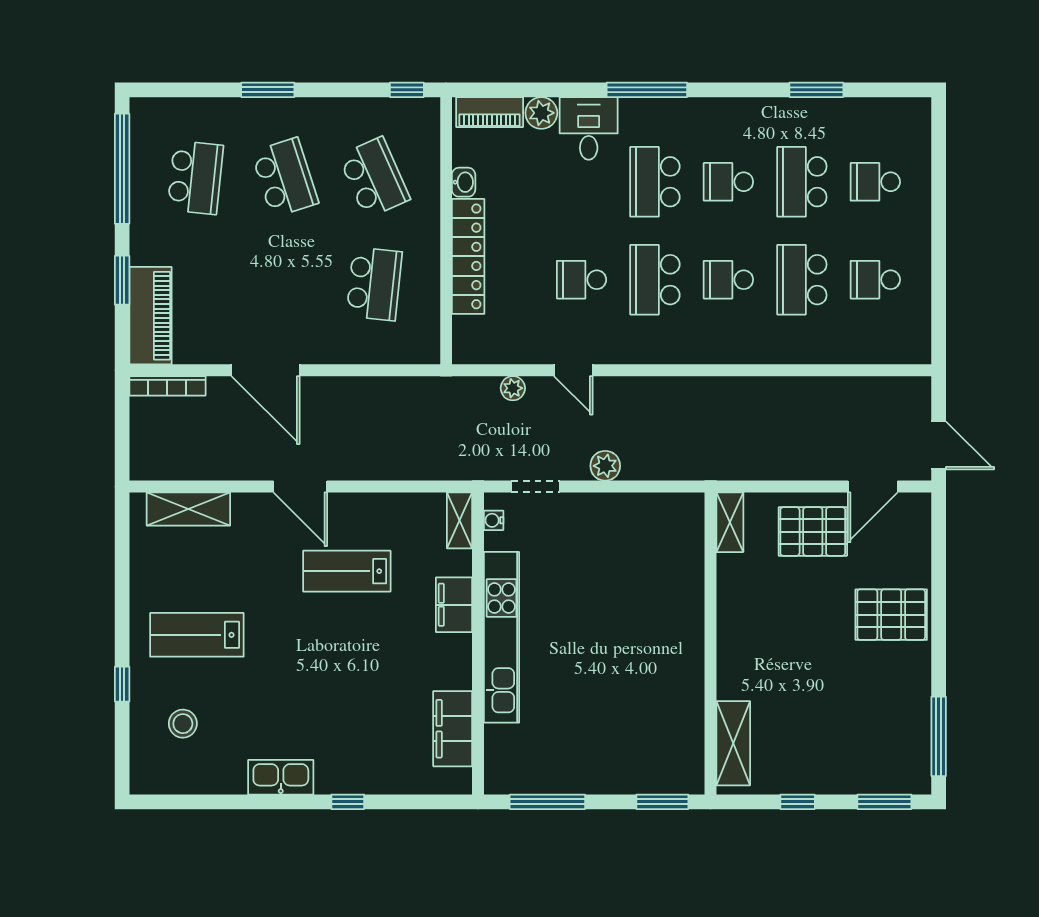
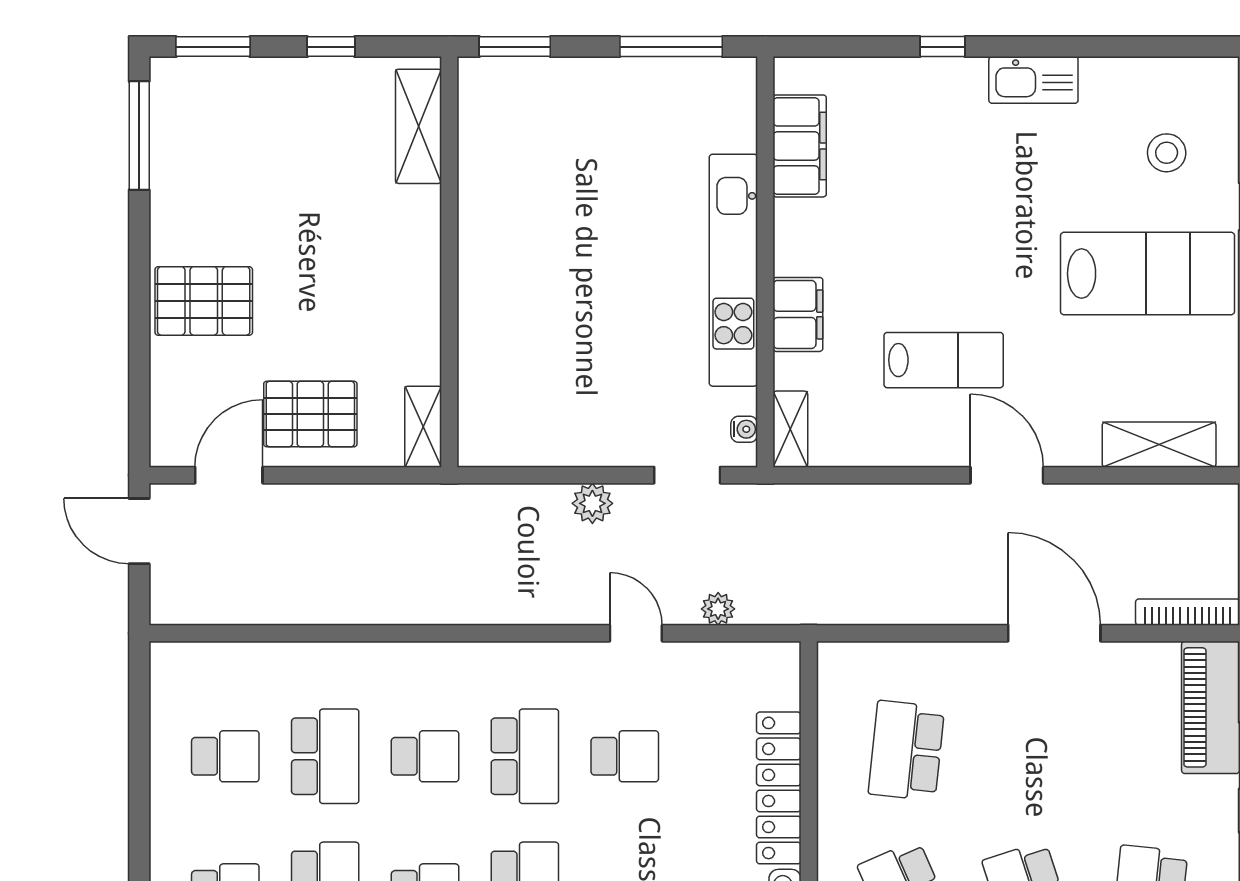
lab bench: (197, 635) -> (1148, 274), width x1.36, depth x1.39

